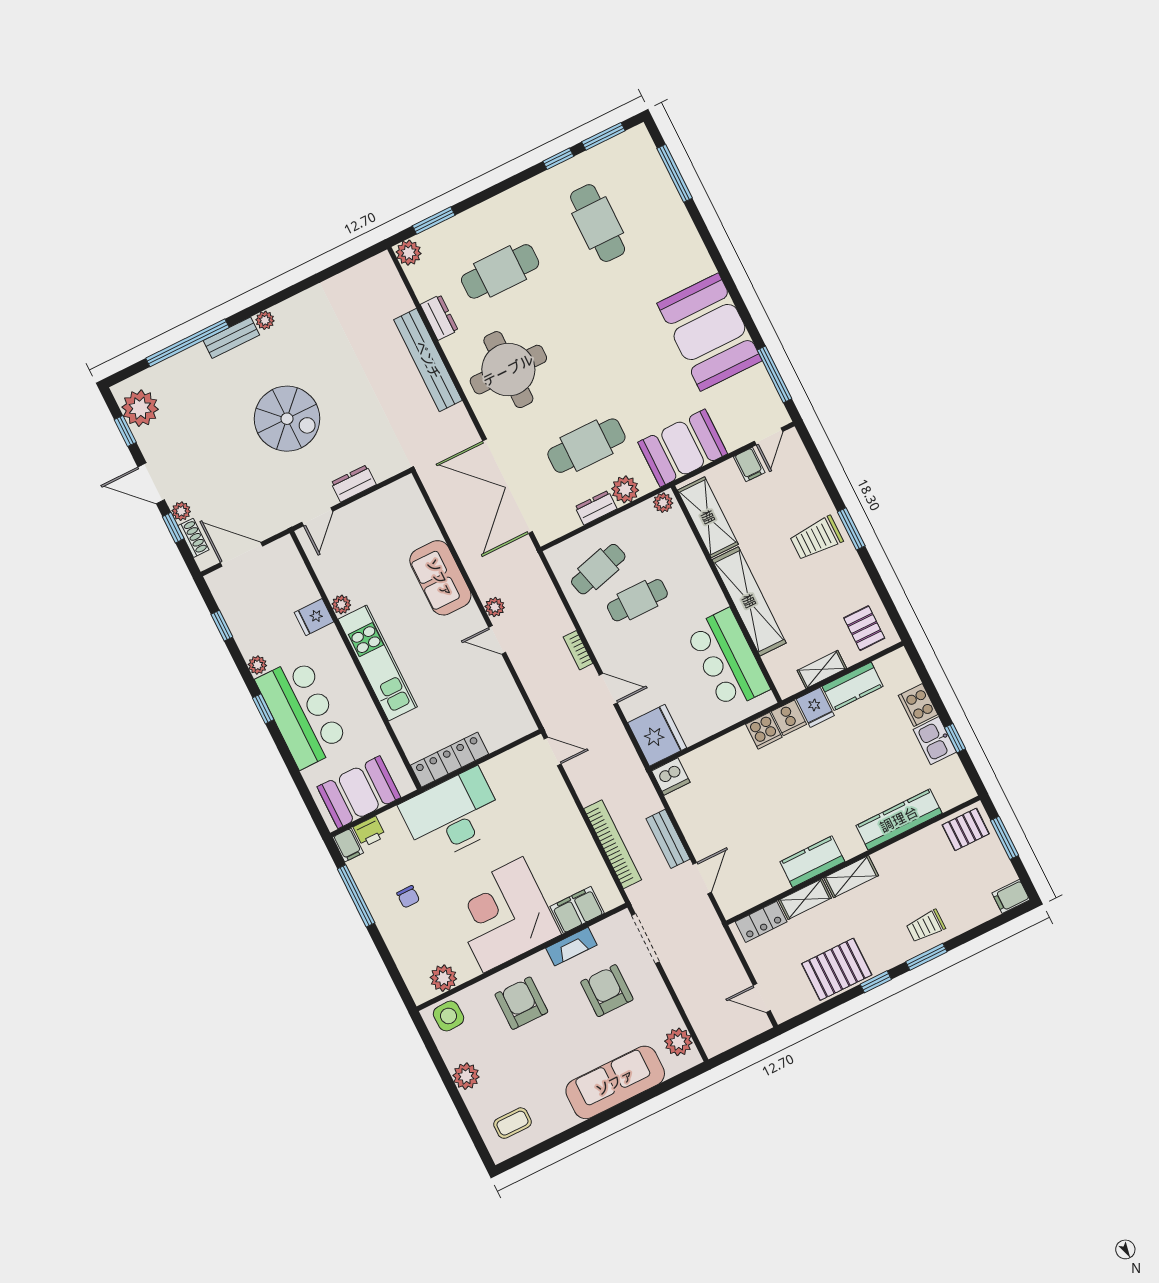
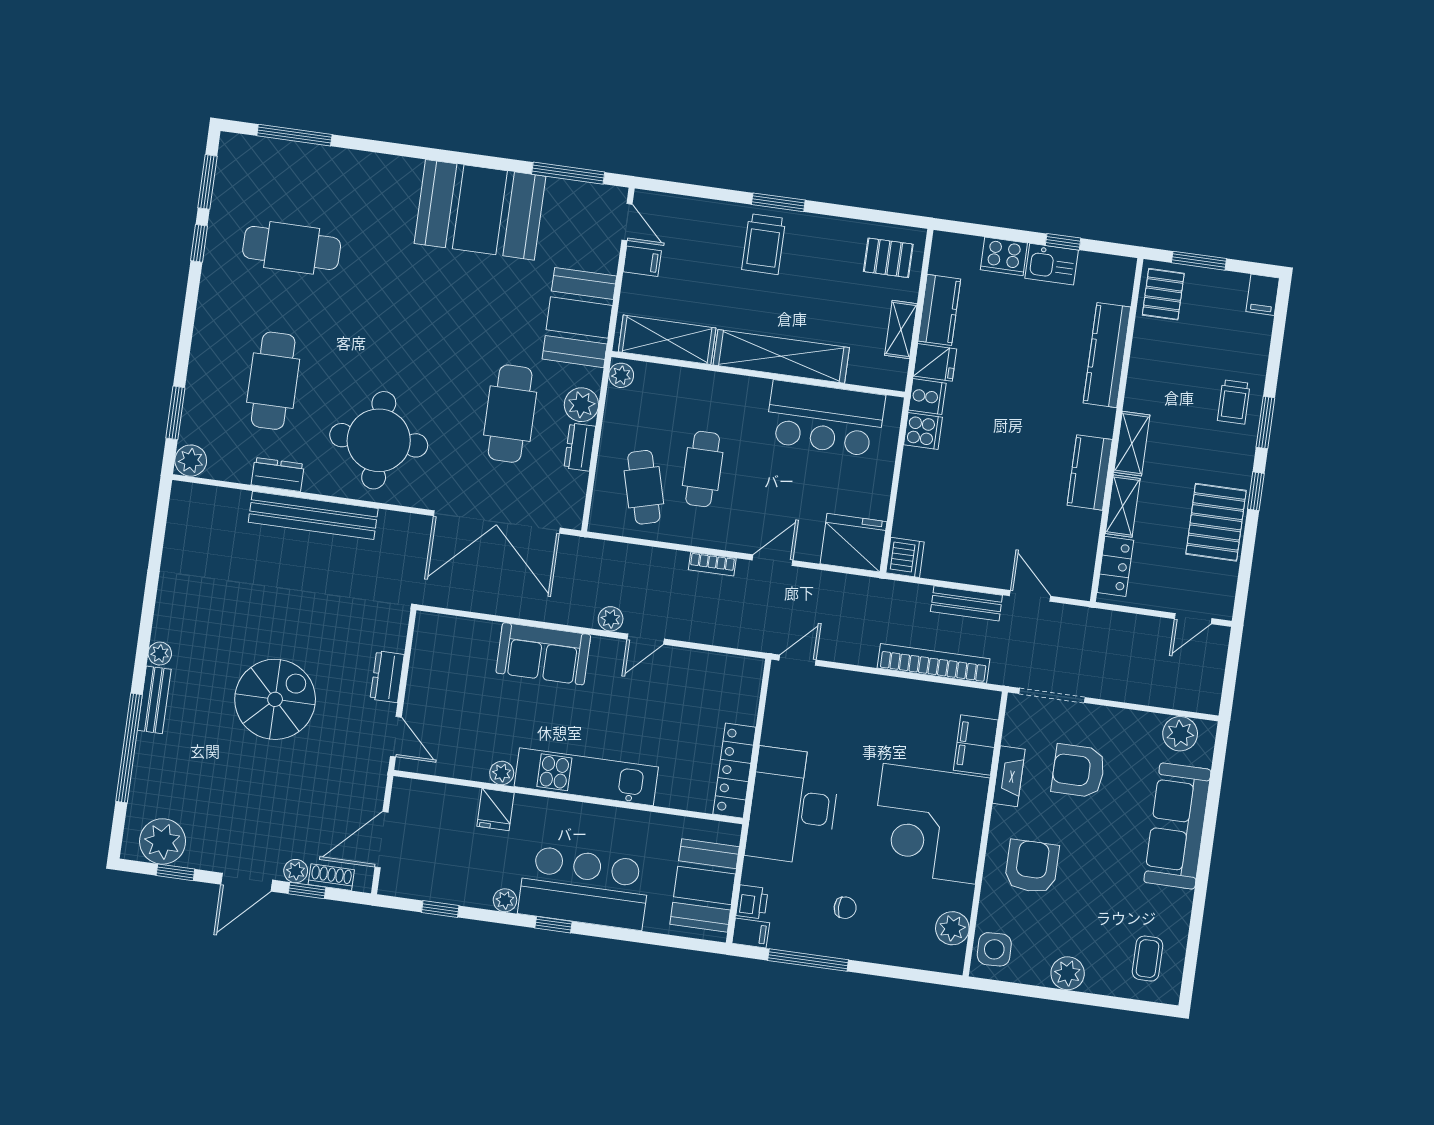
armchair: (521, 1003) -> (1032, 866), turned 90

